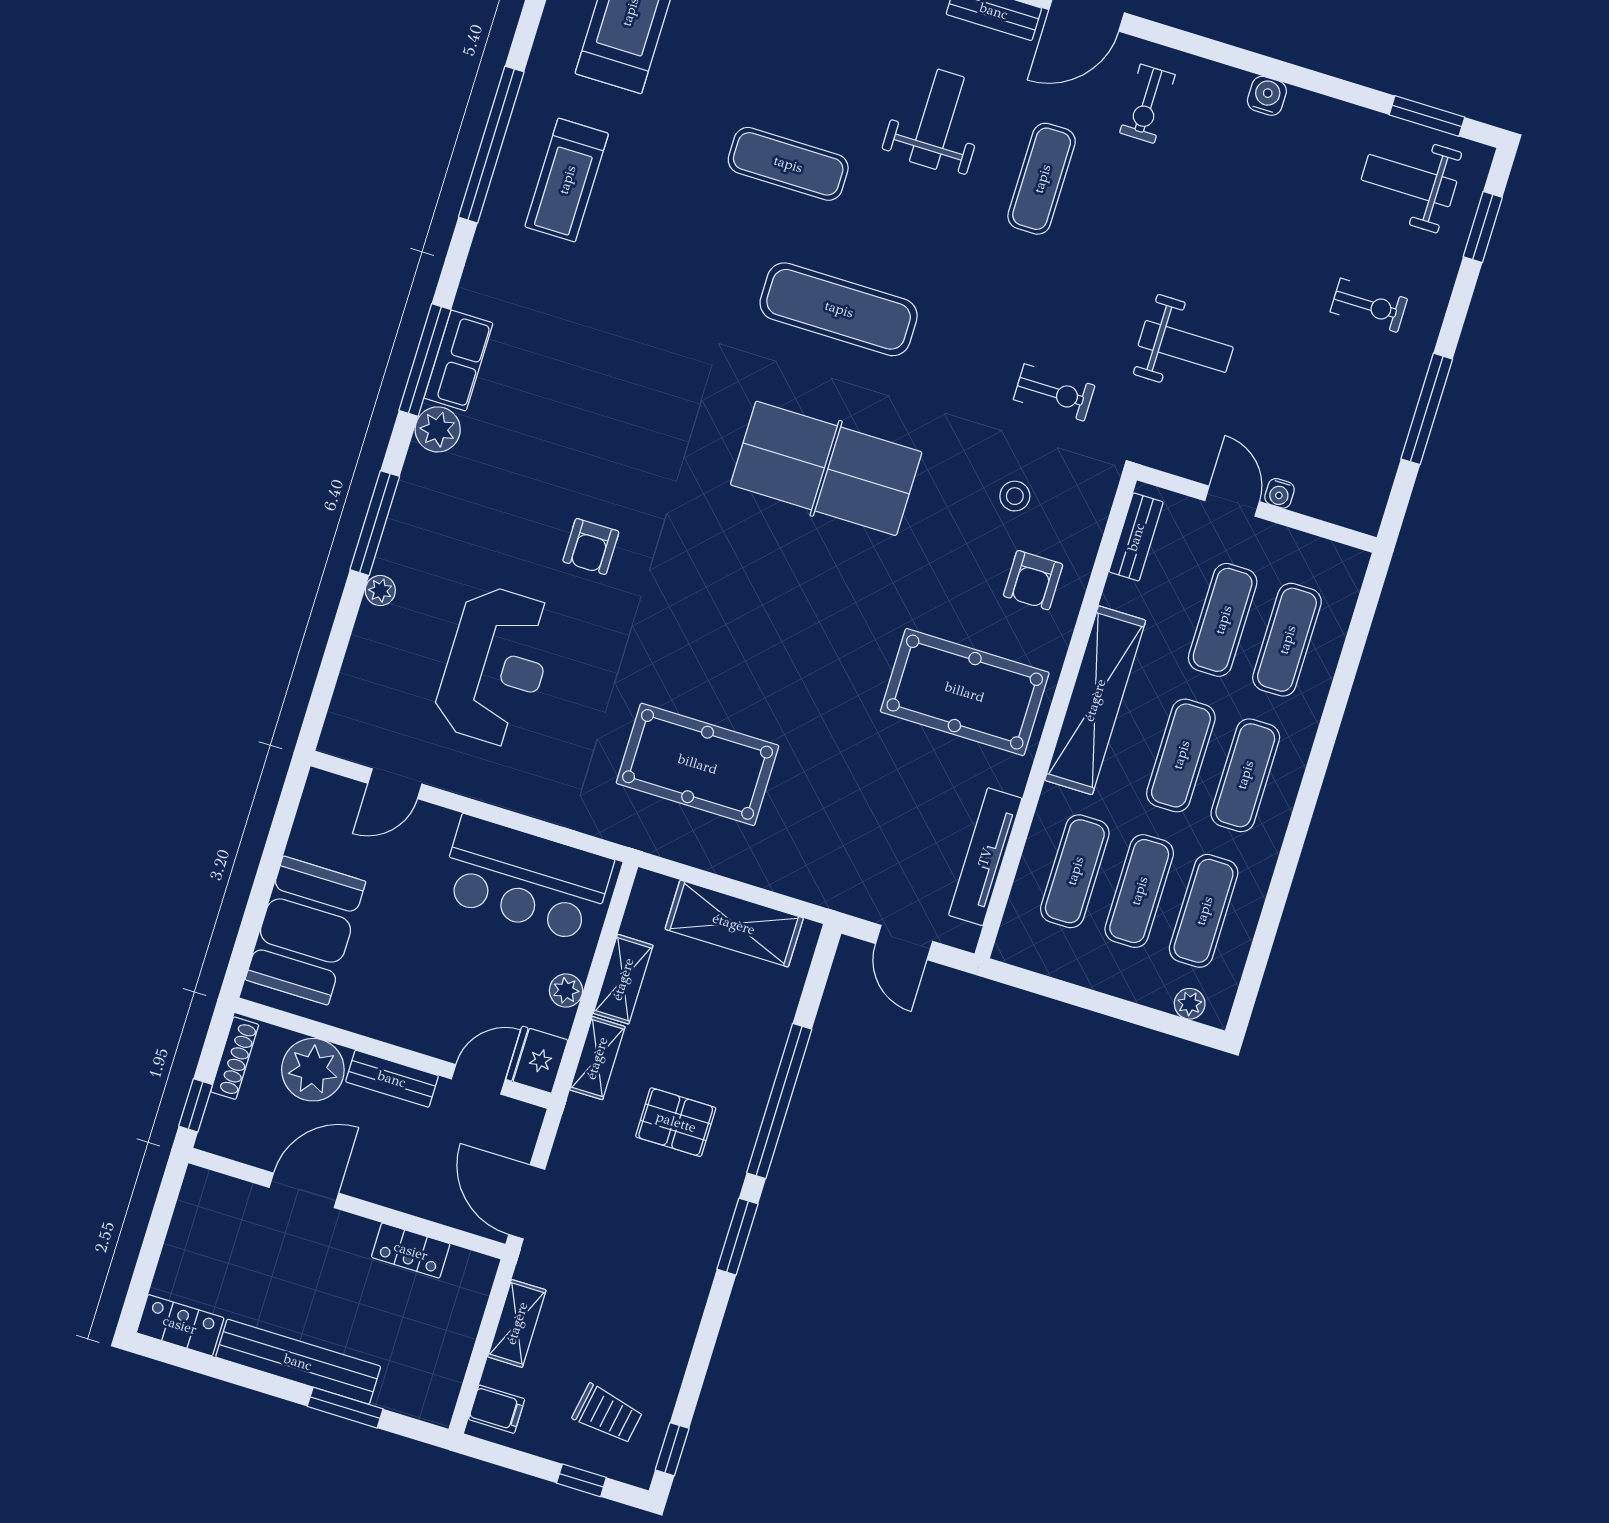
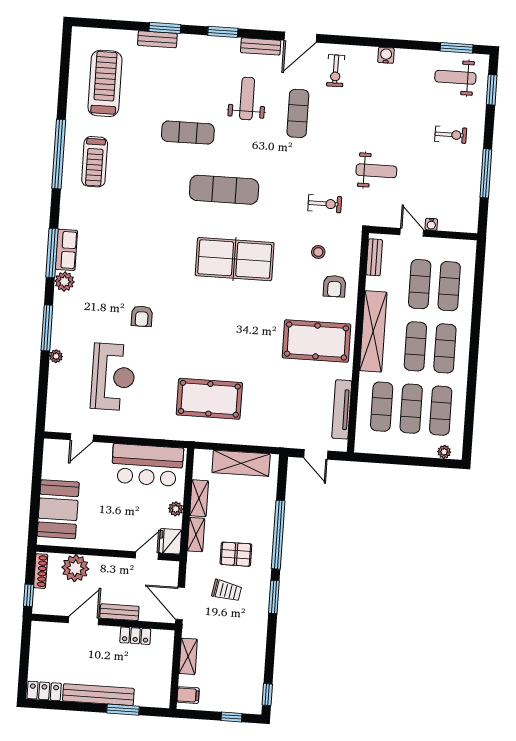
bench: (392, 1079) -> (119, 612), moved
trolley: (607, 1414) -> (227, 591), moved

